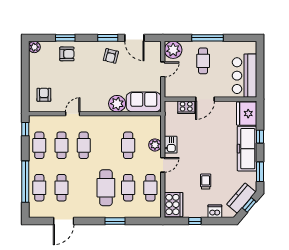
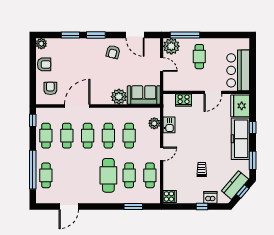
window: (108, 38) -> (96, 35), moved
window: (208, 38) -> (185, 35), moved
armchair: (67, 54) -> (44, 64), moved
door: (163, 69) -> (162, 65), hinge flipped
door: (205, 99) -> (213, 92), moved
door: (73, 114) -> (77, 106), width x1.87
plant: (155, 145) -> (154, 123), moved
kitchen sink: (171, 145) -> (169, 125), moved
cafe table: (61, 188) -> (108, 136), moved
cooker: (174, 205) -> (170, 196), width x0.53, depth x0.76
window: (115, 221) -> (133, 207), moved
window: (195, 221) -> (202, 207), moved

